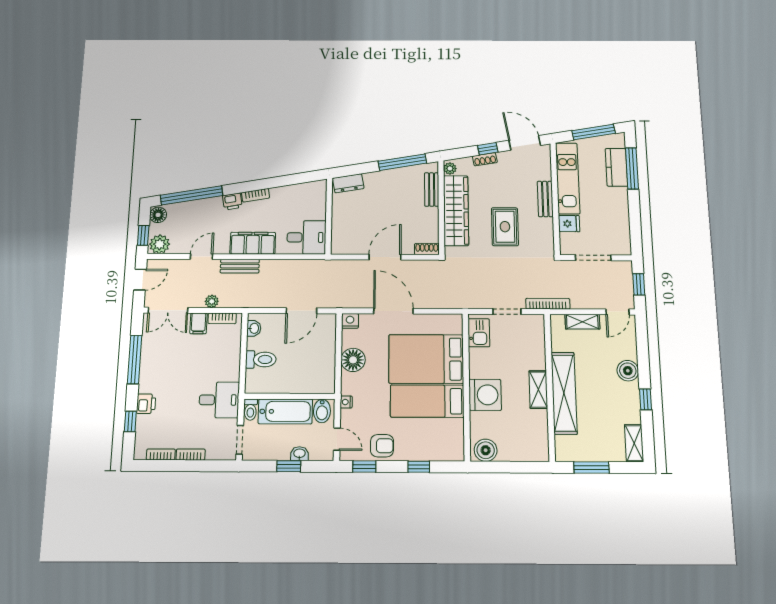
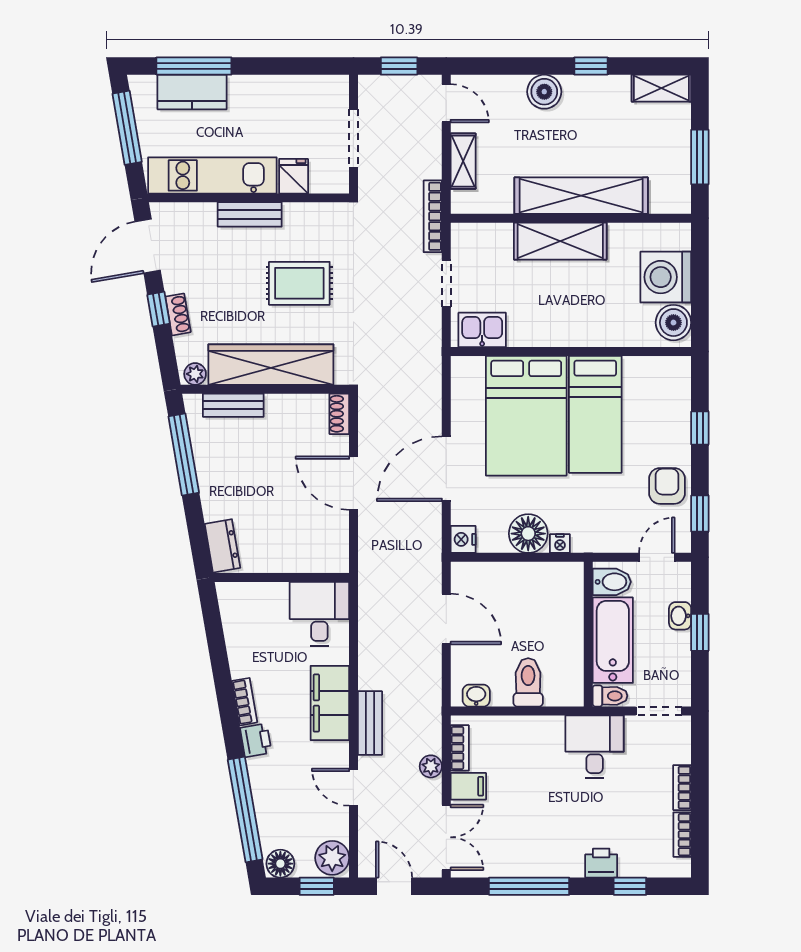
shelving: (538, 390) -> (560, 241), width x1.50, depth x1.33
washing machine: (485, 395) -> (666, 277), moved, turned -90
nightstand: (346, 402) -> (560, 544), moved

